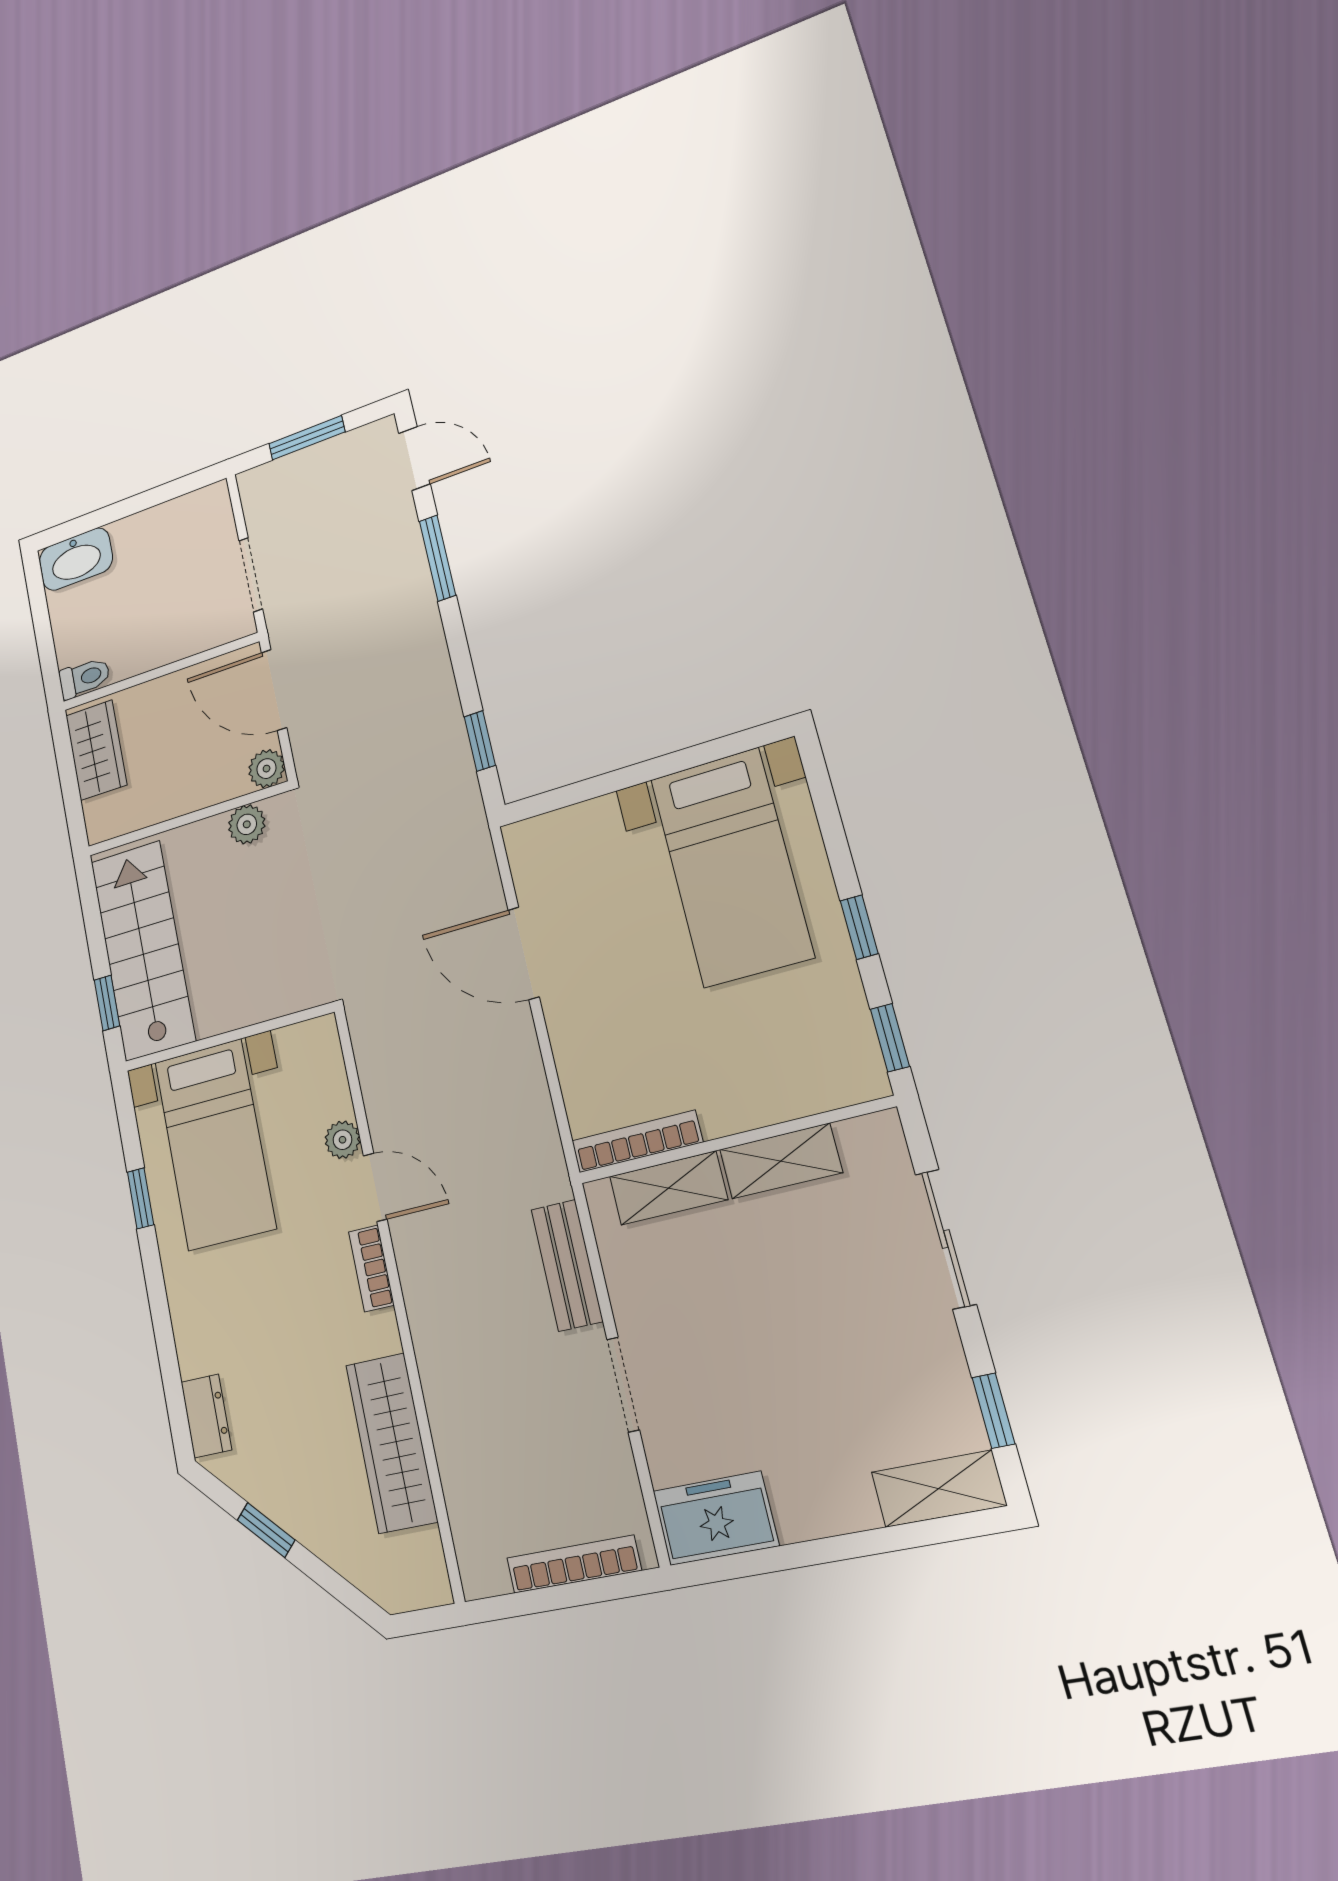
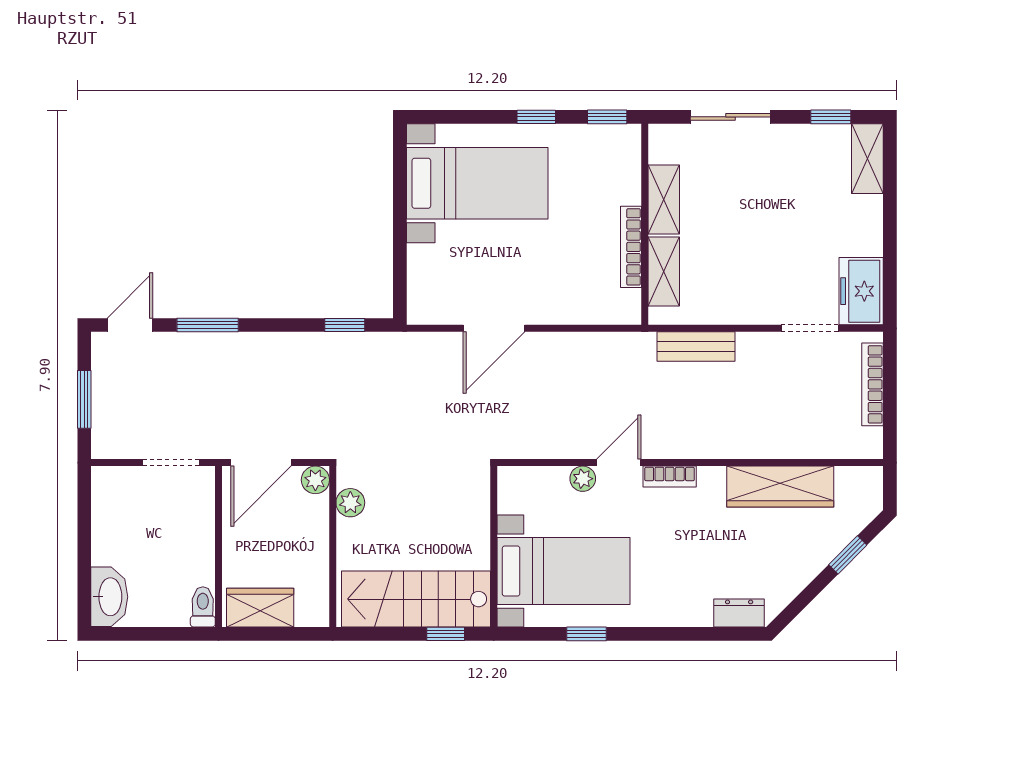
bookcase: (637, 1141) -> (631, 247), moved
doorway: (623, 1384) -> (810, 328), moved
window: (266, 1530) -> (848, 555), moved

